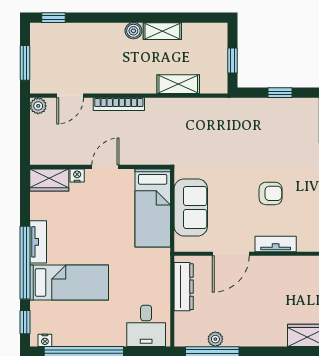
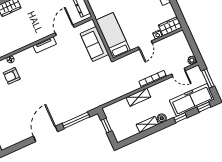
window: (101, 18) -> (180, 118), added
freezer: (68, 39) -> (192, 100), added
shelving: (178, 84) -> (138, 97), moved
window: (280, 93) -> (76, 120), width x2.17
door: (70, 96) -> (179, 72), swing flipped
armchair: (271, 193) -> (58, 69), removed

